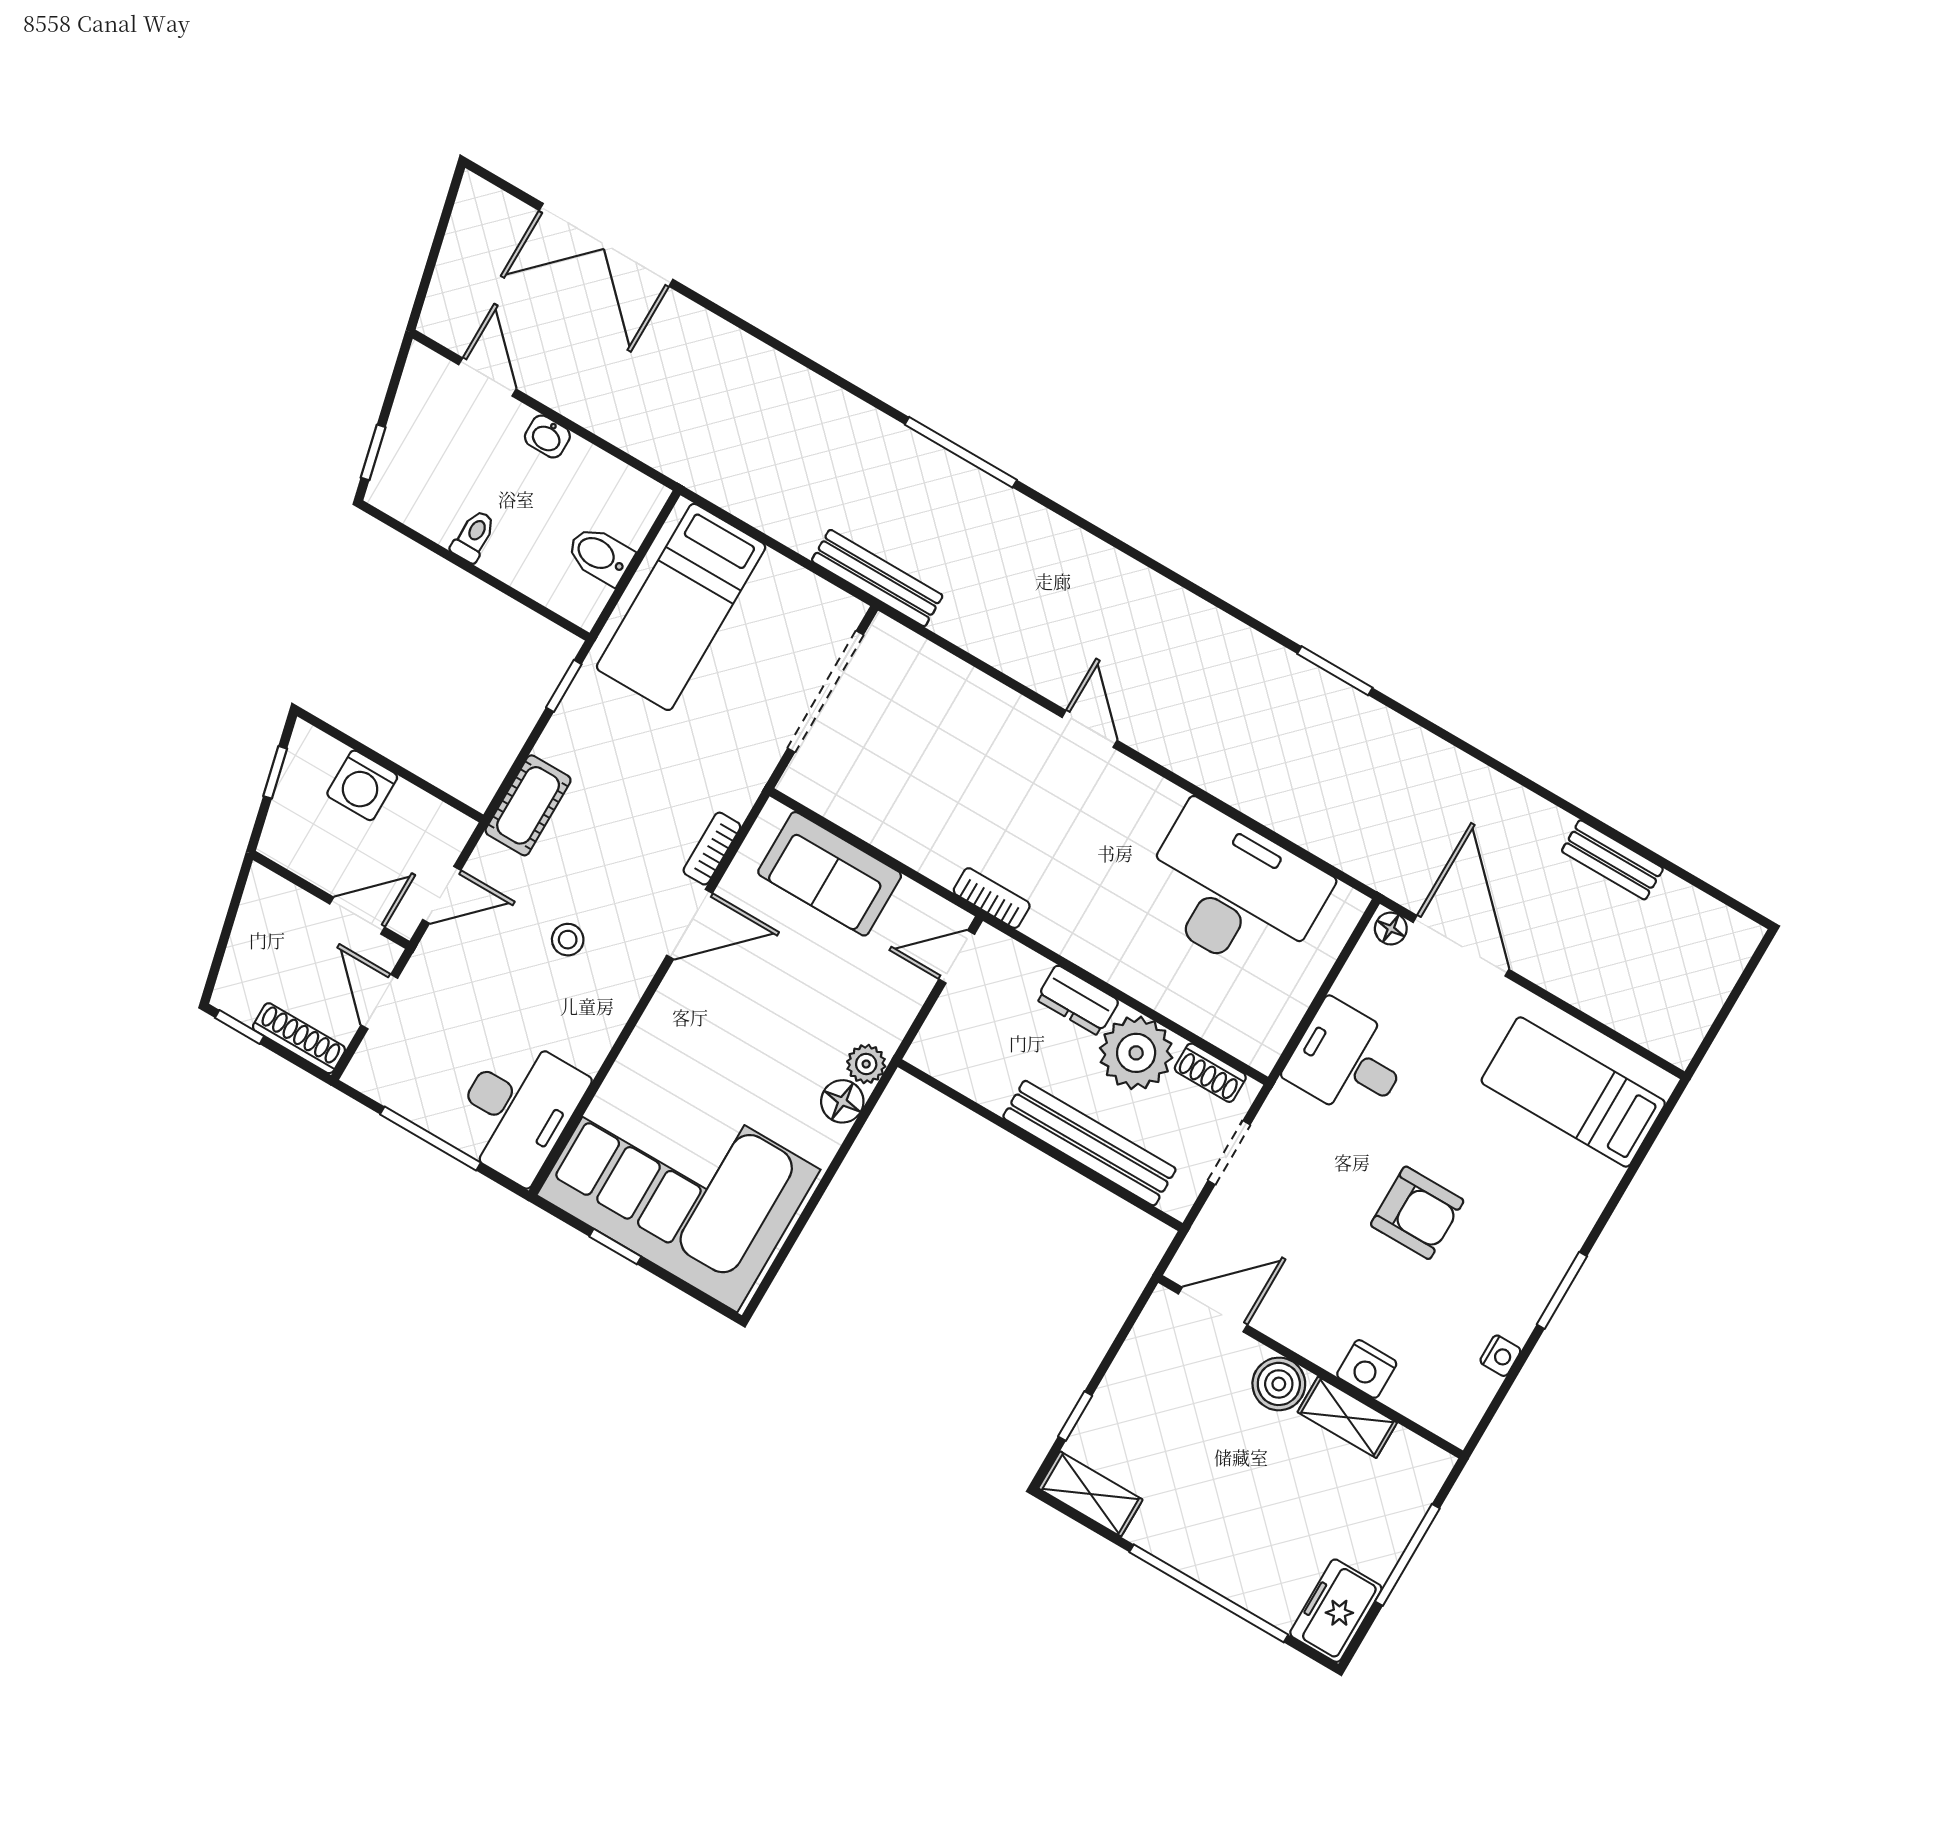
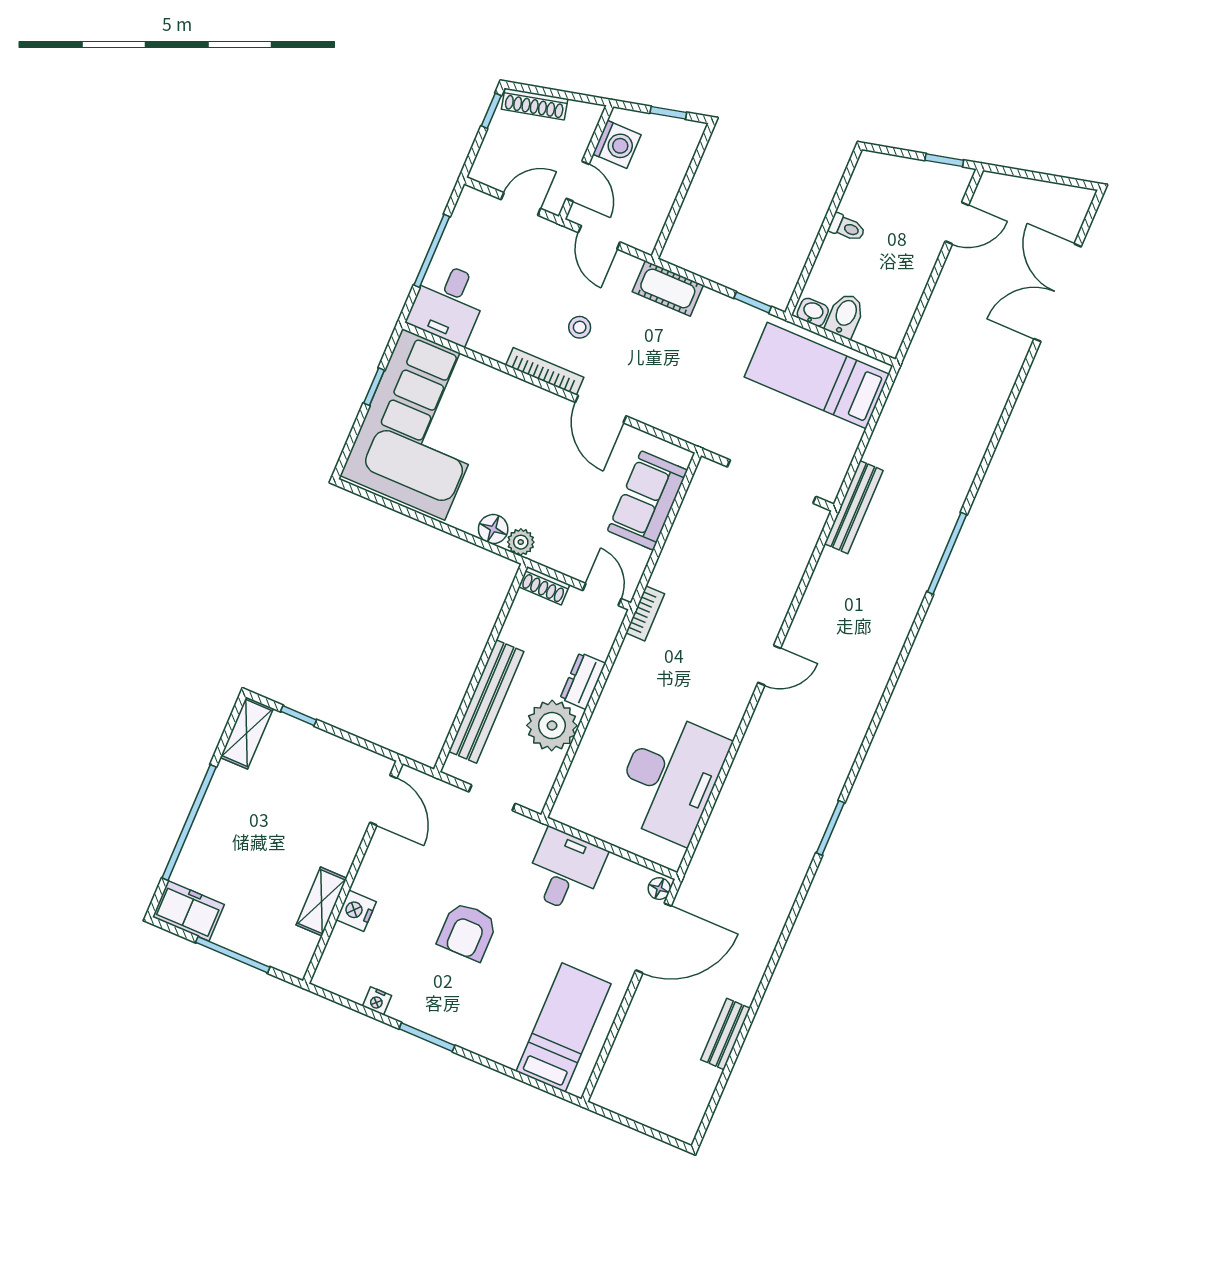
washbasin: (547, 436) -> (813, 312), moved, turned 90
window: (373, 452) -> (944, 160), moved
washing machine: (362, 785) -> (617, 144), moved, turned 180
bookcase: (712, 849) -> (545, 371), moved, width x1.56
shoe rack: (299, 1038) -> (535, 104), moved, turned 77
shoe rack: (1210, 1073) -> (544, 586), moved, turned -90
desk: (517, 1109) -> (448, 303), width x0.73
boiler: (1279, 1384) -> (338, 852), removed

